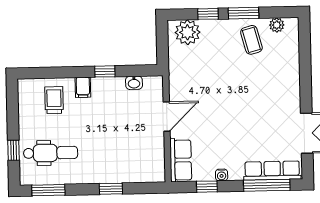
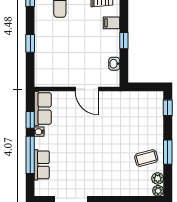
window: (208, 14) -> (168, 108), moved
plant: (187, 32) -> (158, 191), moved, width x0.53, depth x0.53
row of seats: (181, 160) -> (43, 109), moved, turned -90
row of seats: (272, 171) -> (42, 165), width x0.68
window: (267, 185) -> (30, 155), moved

